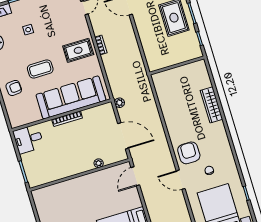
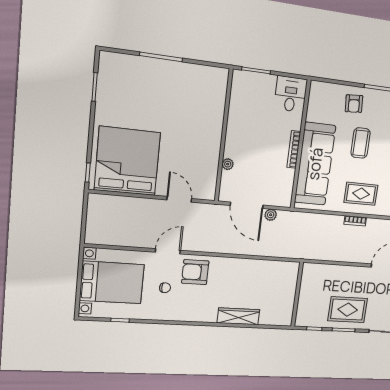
rug: (78, 50) -> (361, 194), turned 90
plant: (119, 103) -> (271, 215), moved
door: (123, 136) -> (247, 205), hinge flipped
armchair: (189, 153) -> (195, 272), turned 180
door: (135, 176) -> (179, 199), moved

